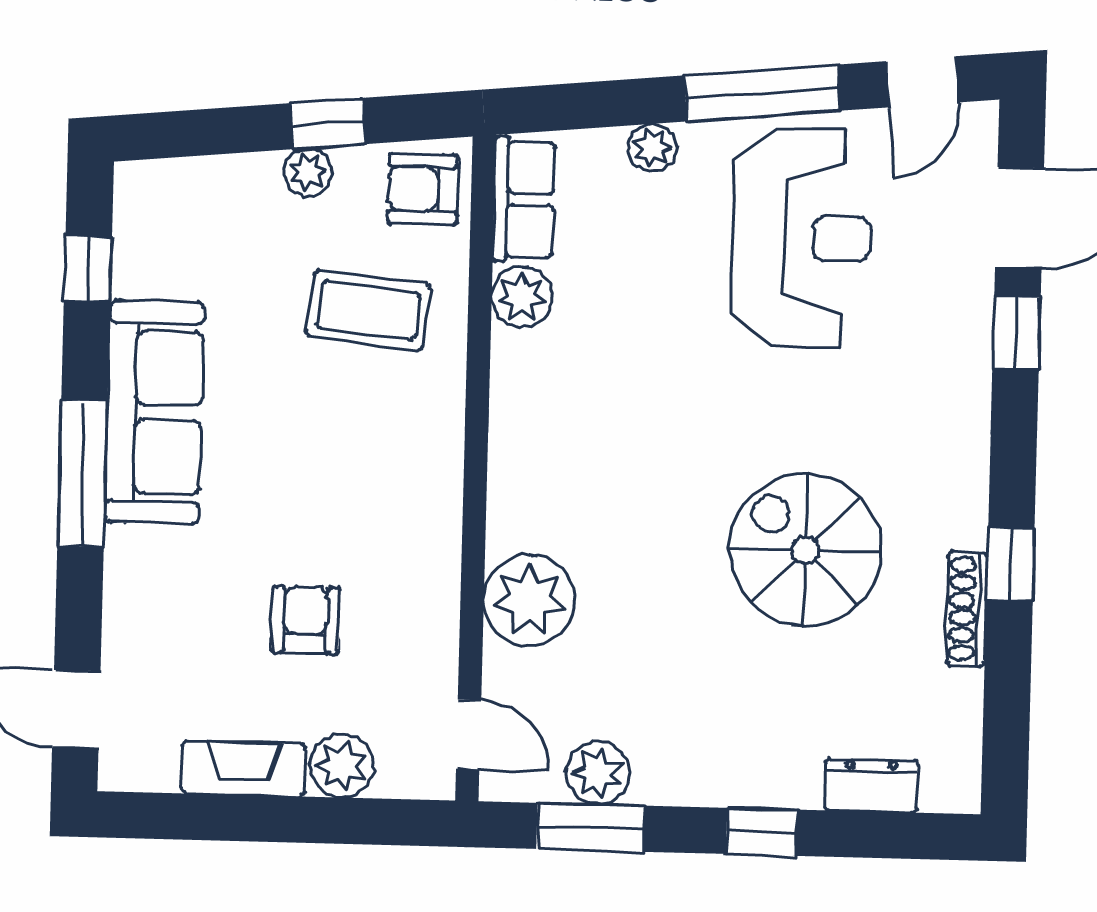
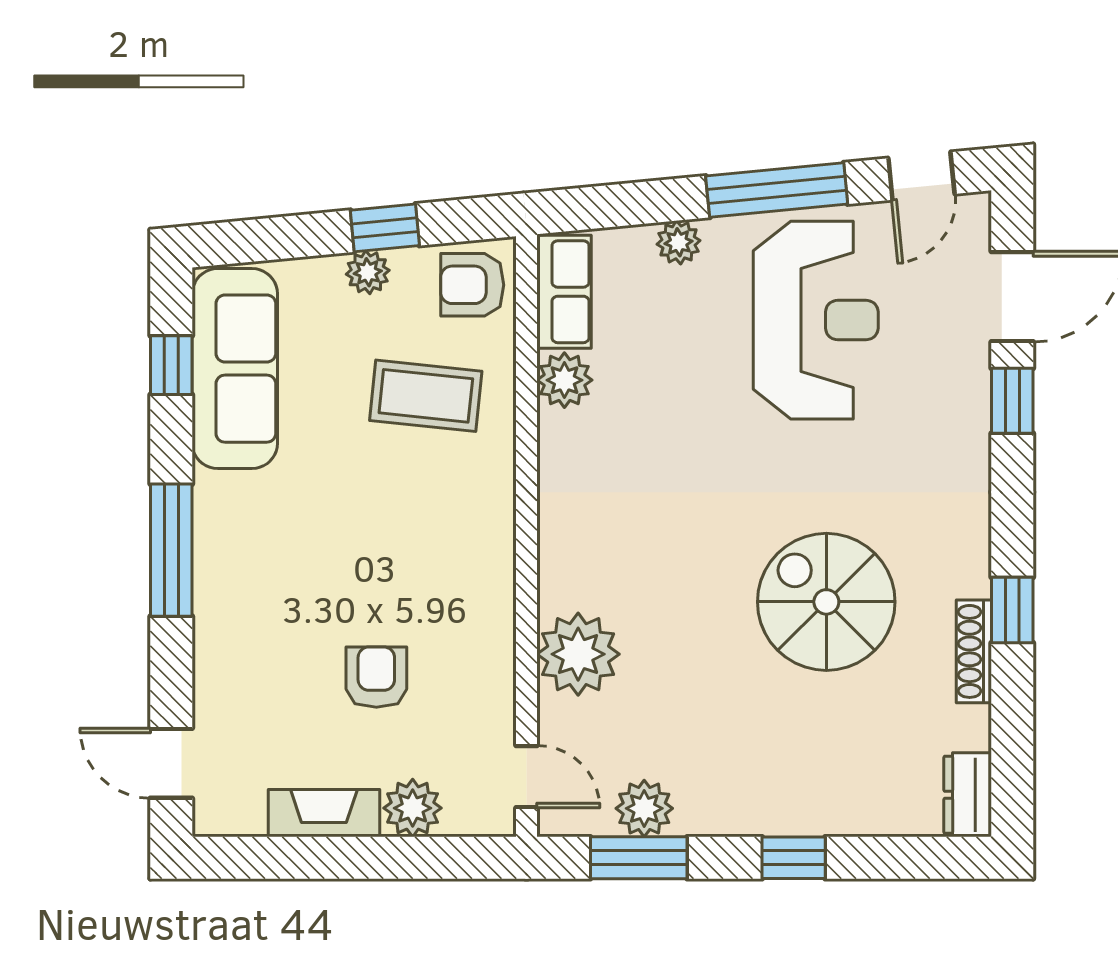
sofa: (154, 412) -> (235, 369), moved
dresser: (871, 785) -> (968, 795), moved, turned -90

